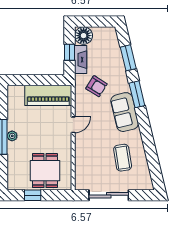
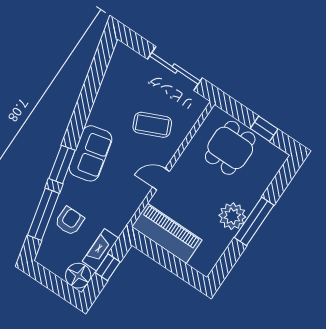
window: (128, 58) -> (43, 214), width x1.44
armchair: (96, 86) -> (70, 221), moved, turned 58
plant: (12, 136) -> (232, 216), width x1.88, depth x1.88
coffee table: (123, 158) -> (152, 125), moved, turned 75

